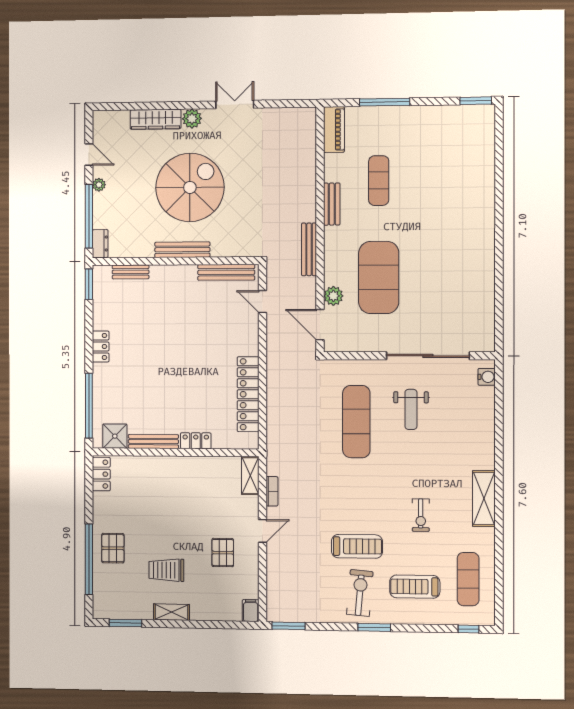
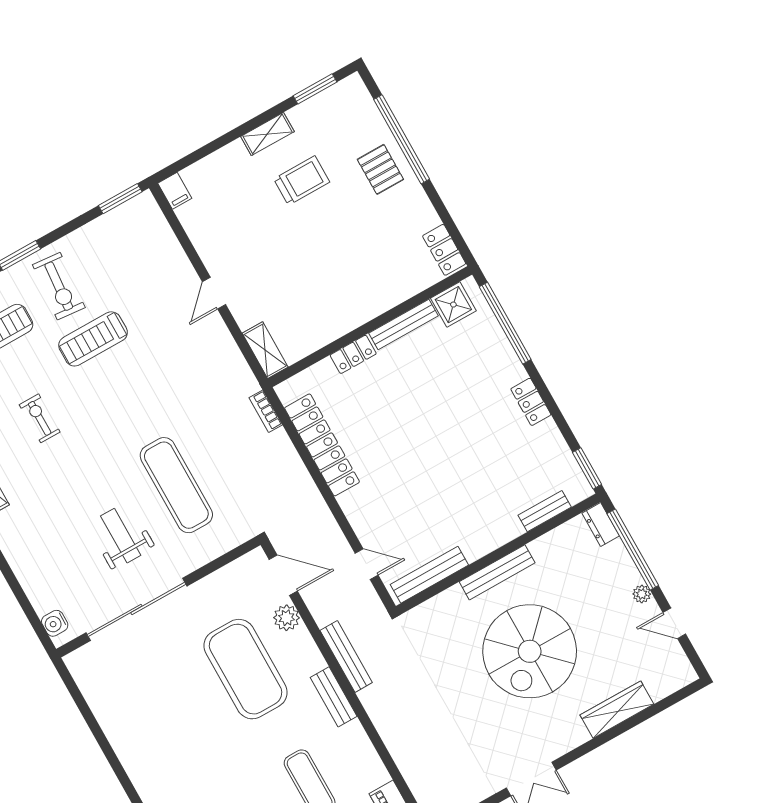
plant: (192, 119) -> (573, 734), removed
bench: (332, 204) -> (334, 697), moved
bookcase: (272, 491) -> (266, 411), moved
pallet: (223, 553) -> (246, 240), removed

